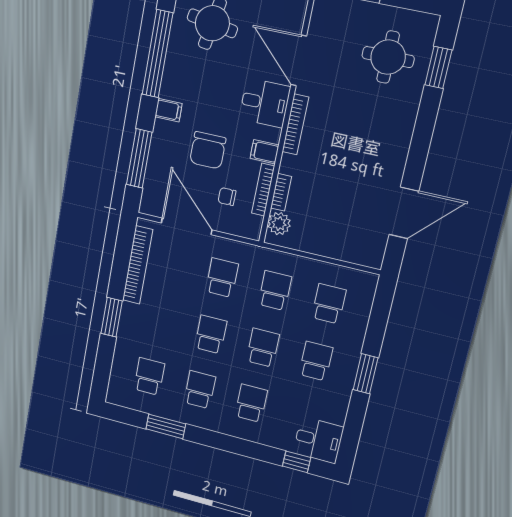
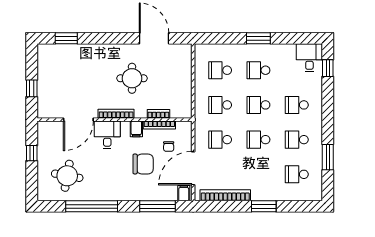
round table: (388, 57) -> (132, 78), moved
filing cabinet: (168, 110) -> (184, 193), moved
plant: (279, 224) -> (178, 111), removed

